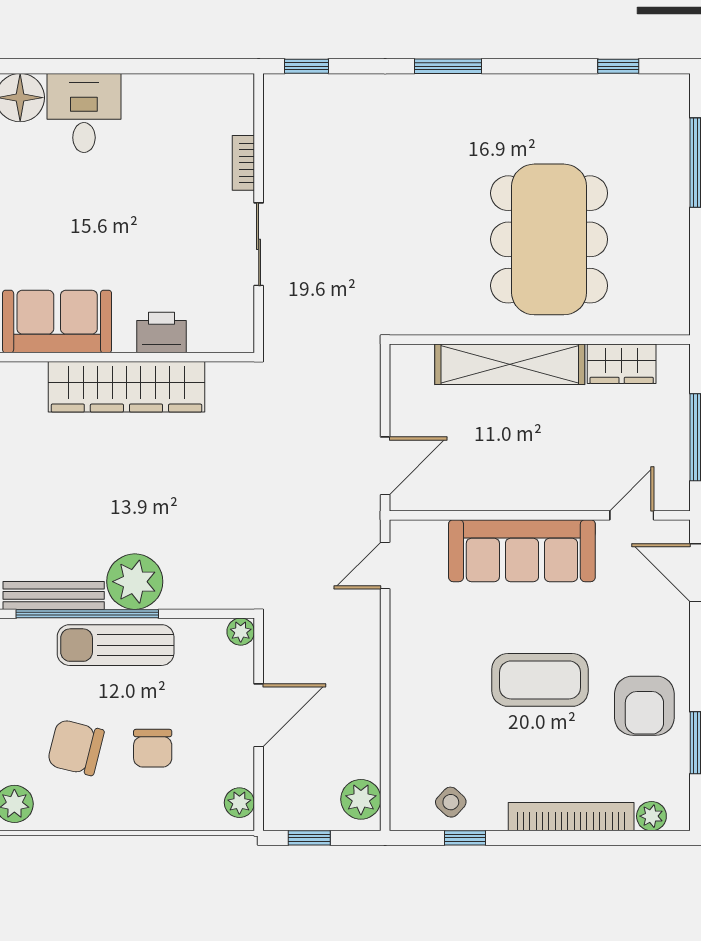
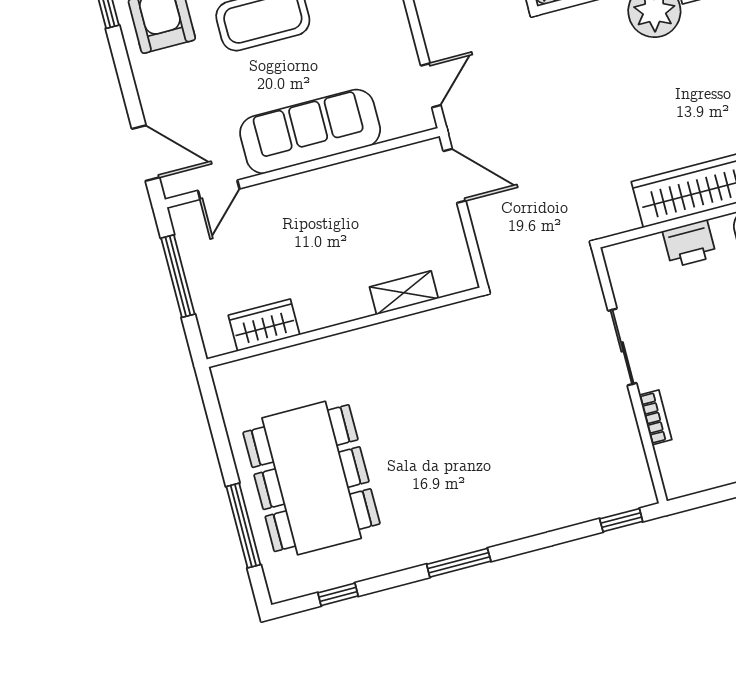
window: (448, 66) -> (459, 563), moved
dining table: (549, 239) -> (312, 478), moved
shelving: (510, 364) -> (404, 293), width x0.45, depth x0.75
door: (385, 466) -> (455, 176), swing flipped

